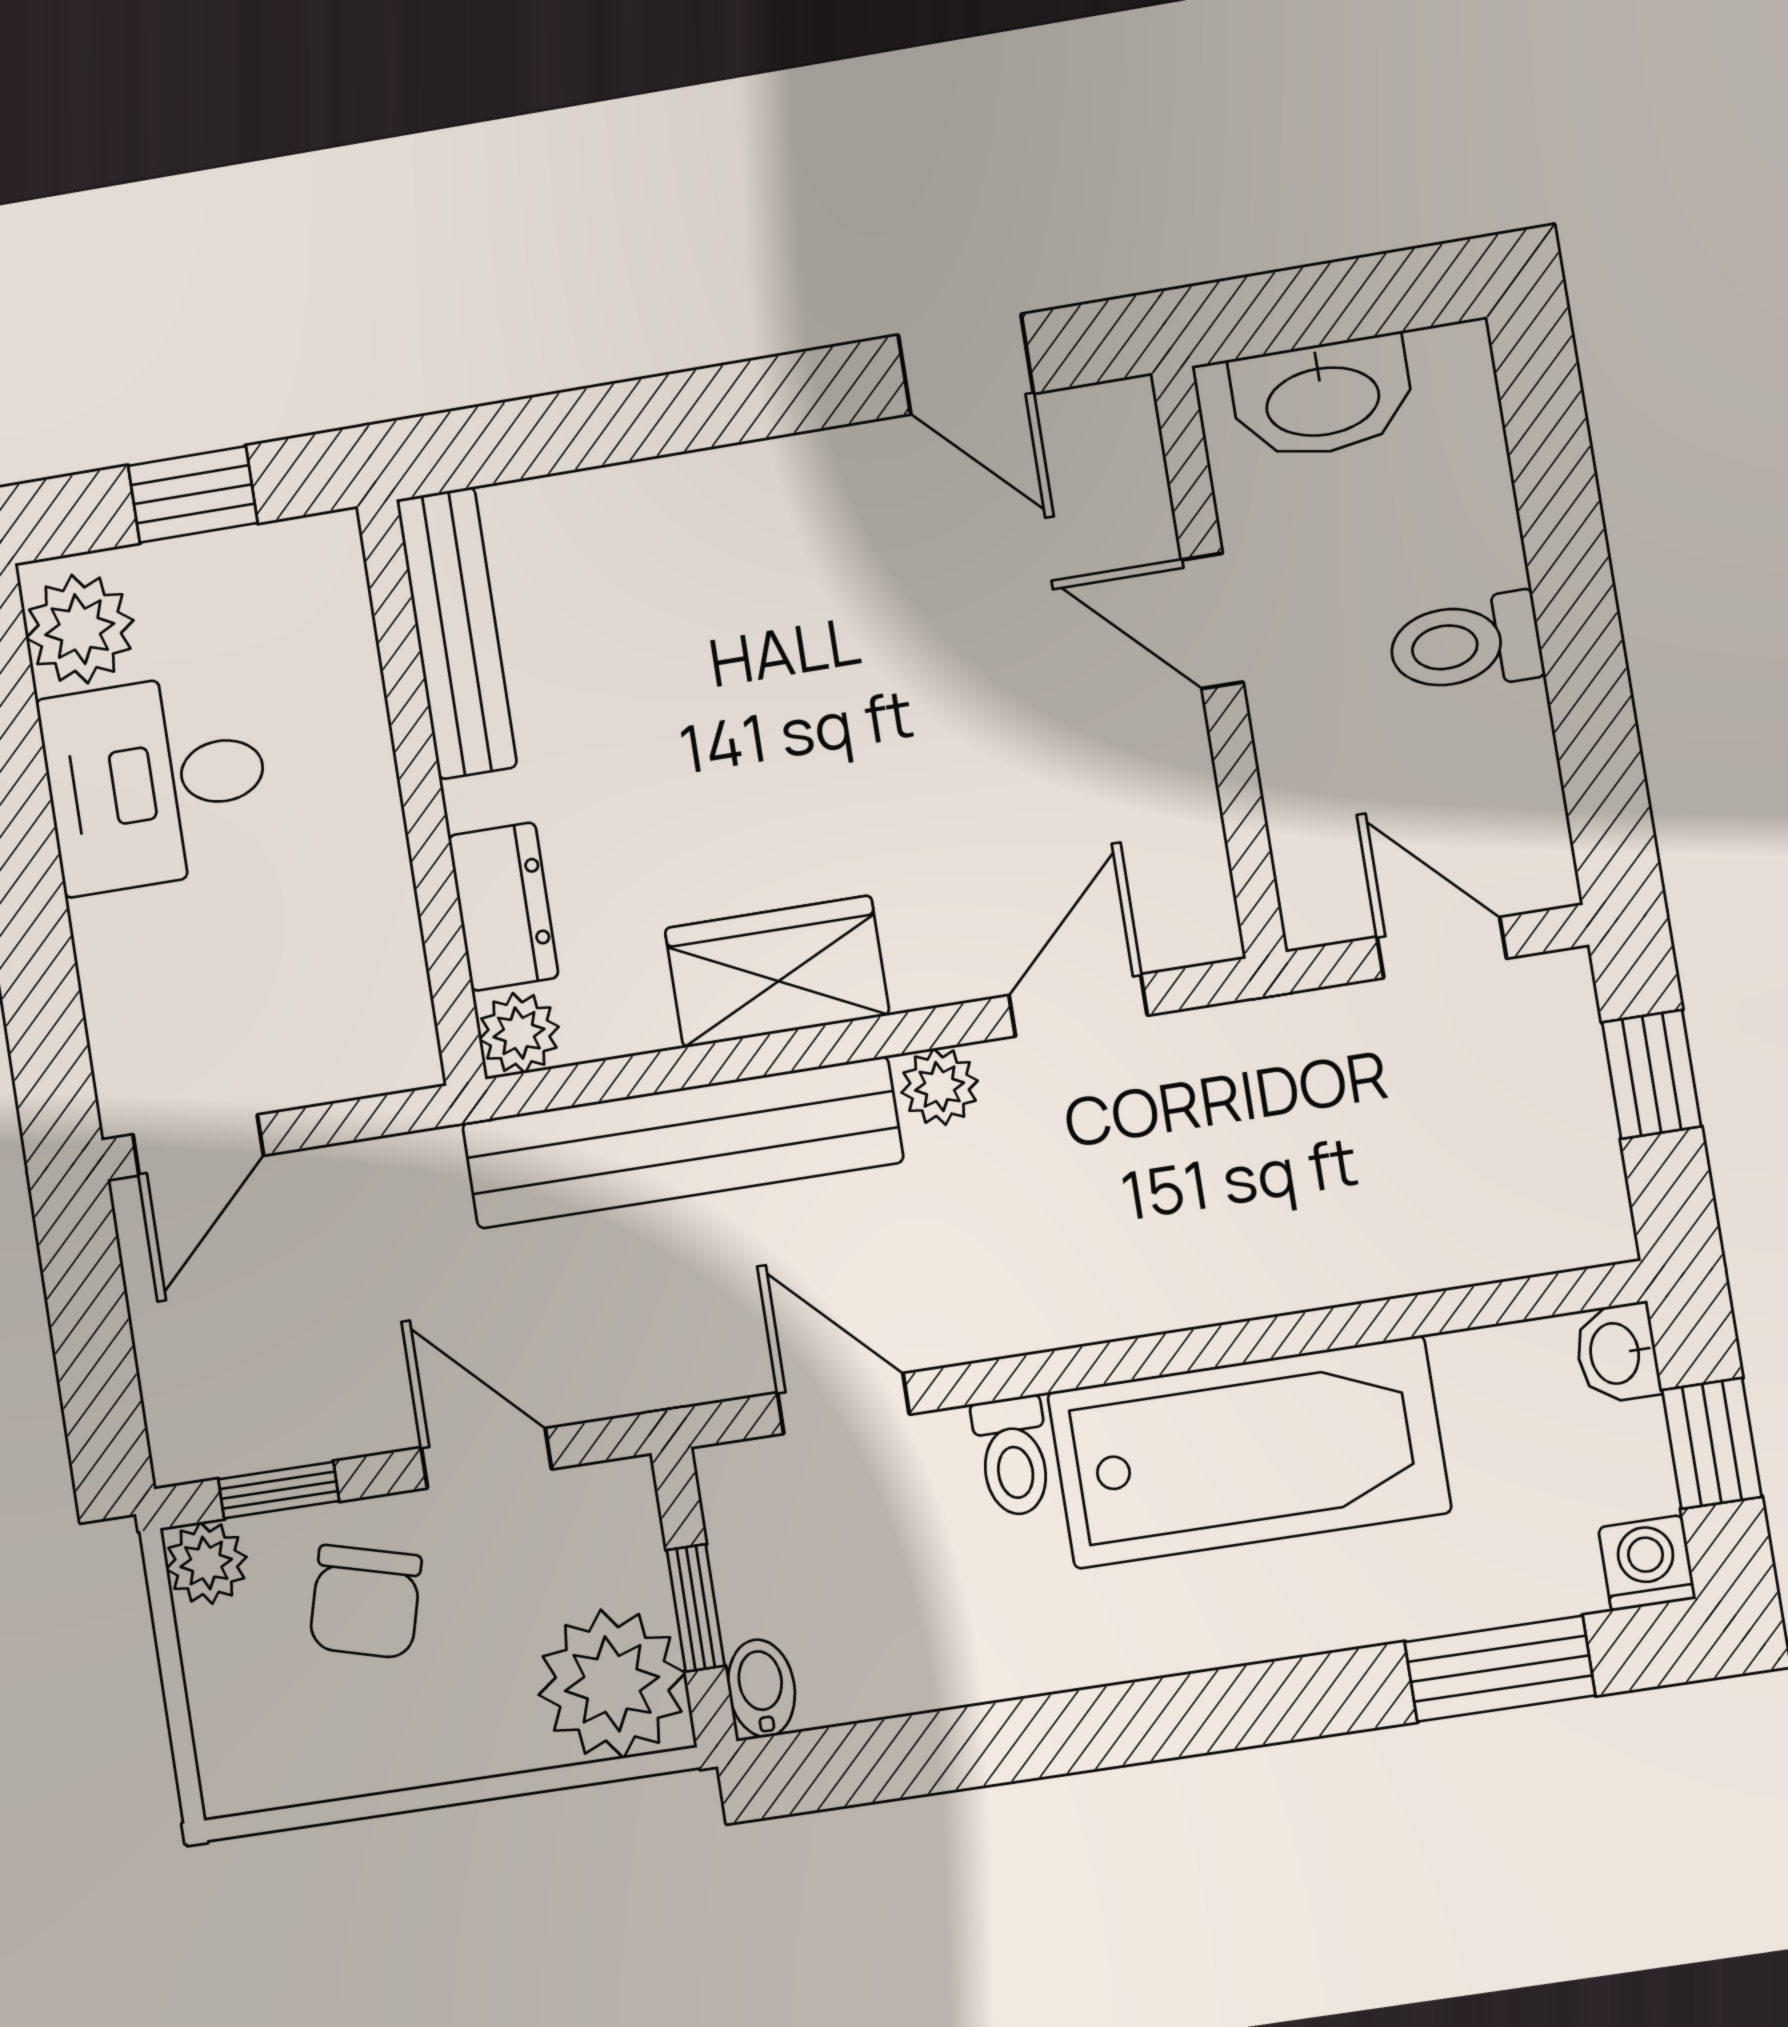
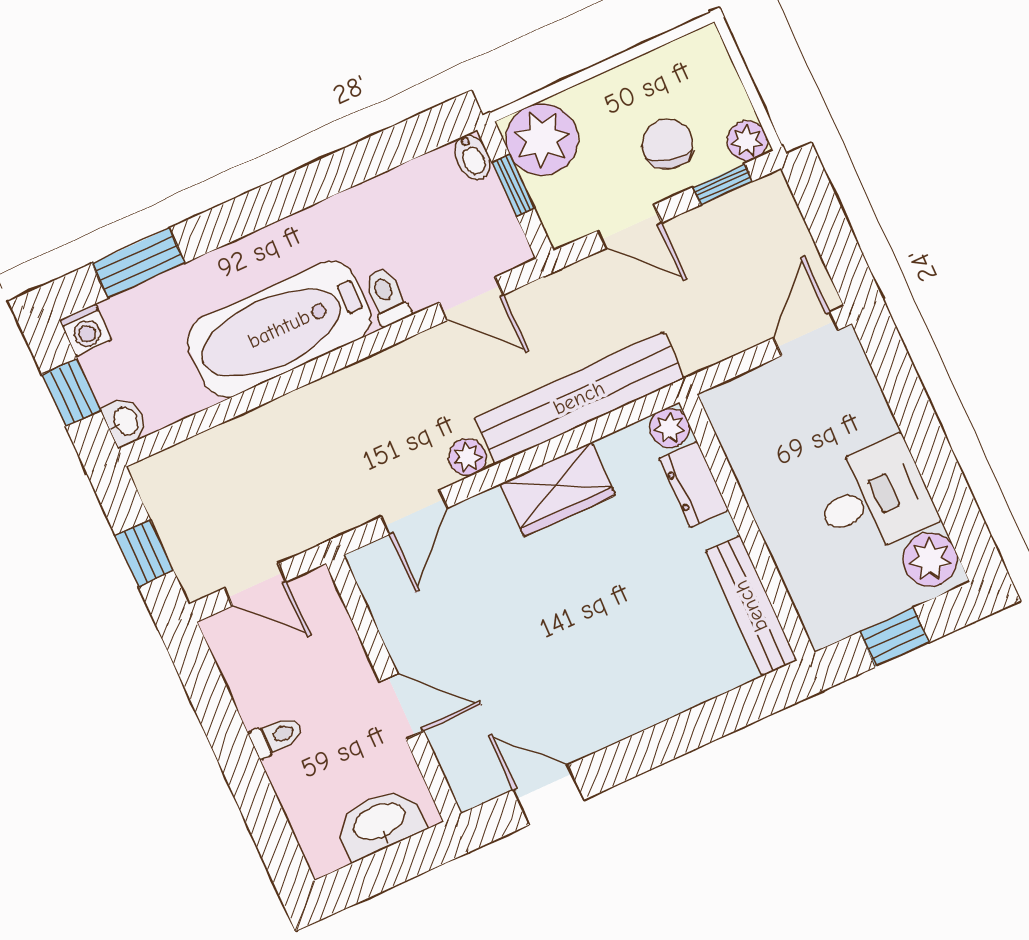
toilet: (1465, 644) -> (276, 736), width x0.73, depth x0.72

